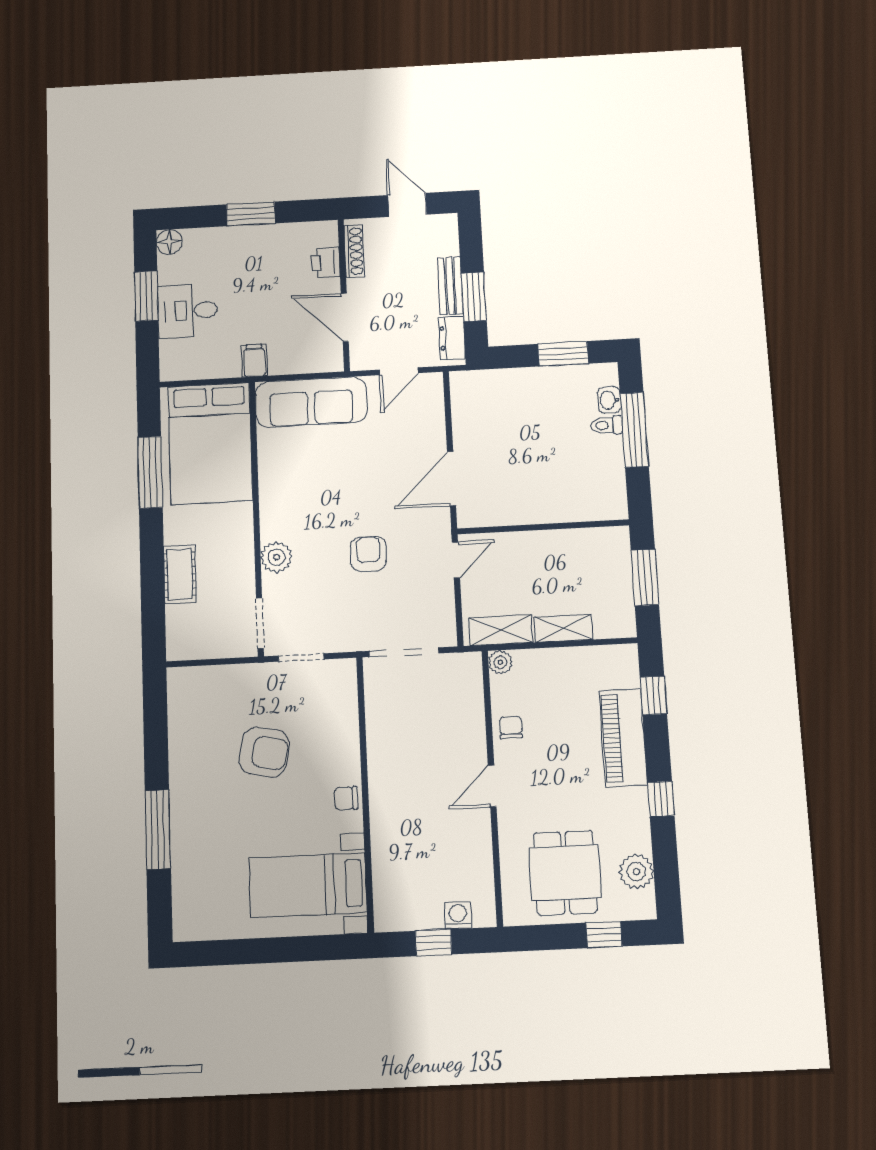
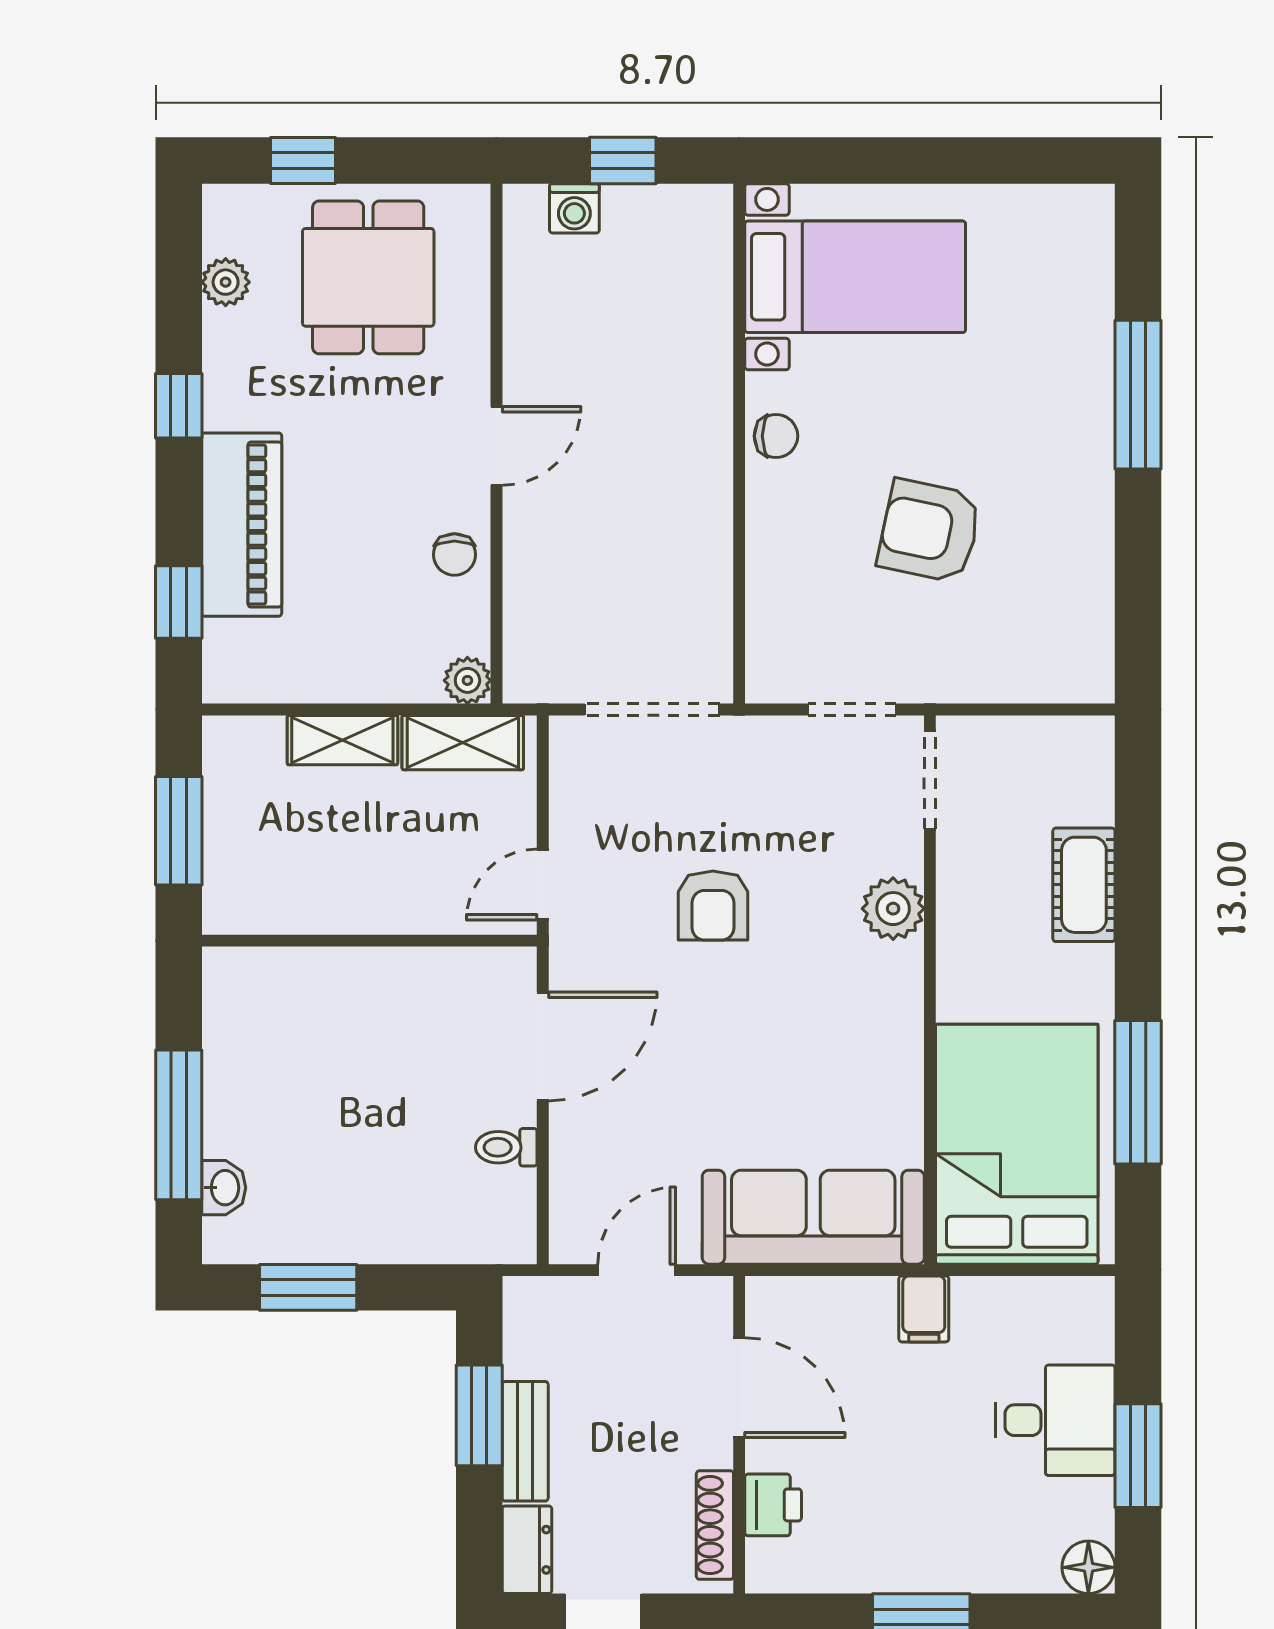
dresser: (452, 338) -> (527, 1550), moved
toilet: (606, 425) -> (506, 1147), moved, turned 180
plant: (636, 872) -> (226, 282), width x0.73, depth x0.73

